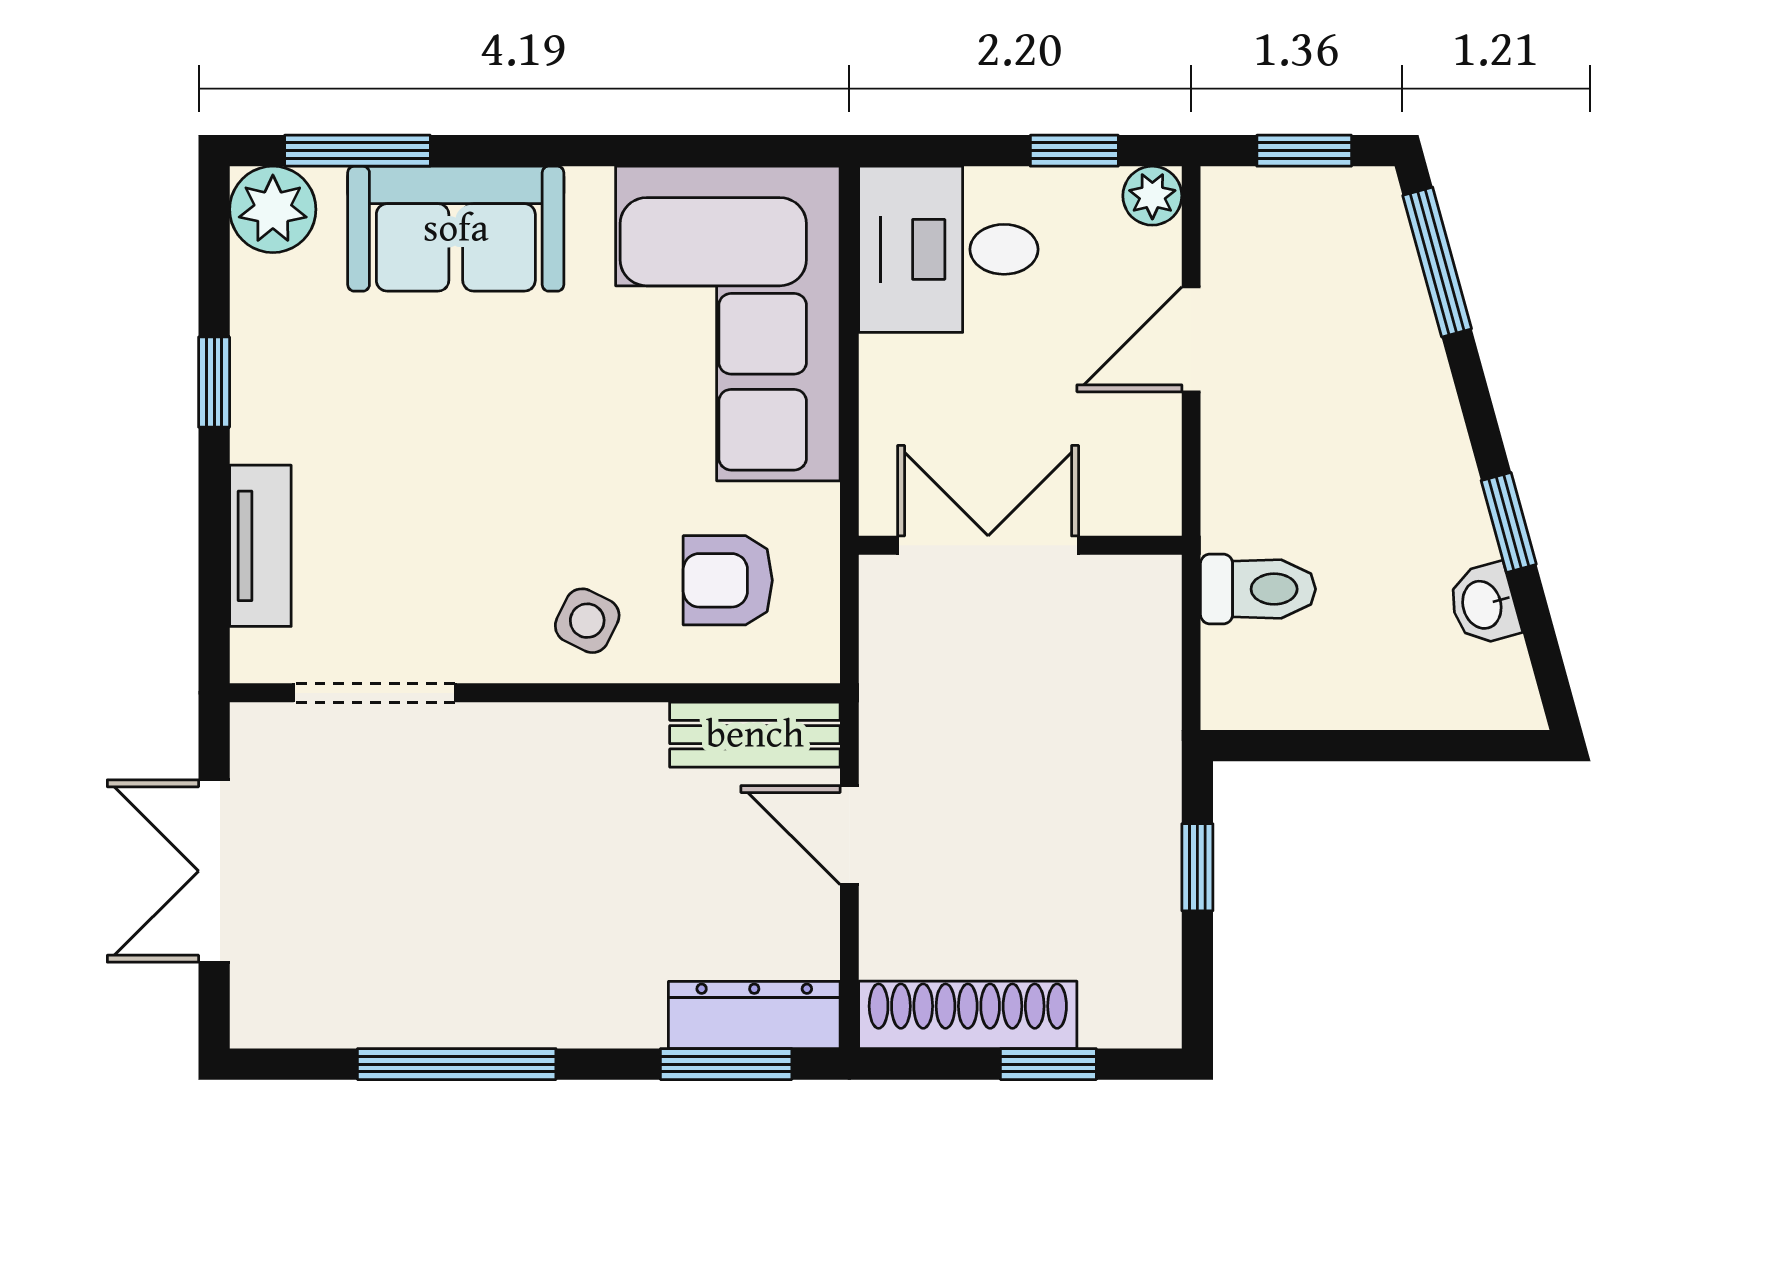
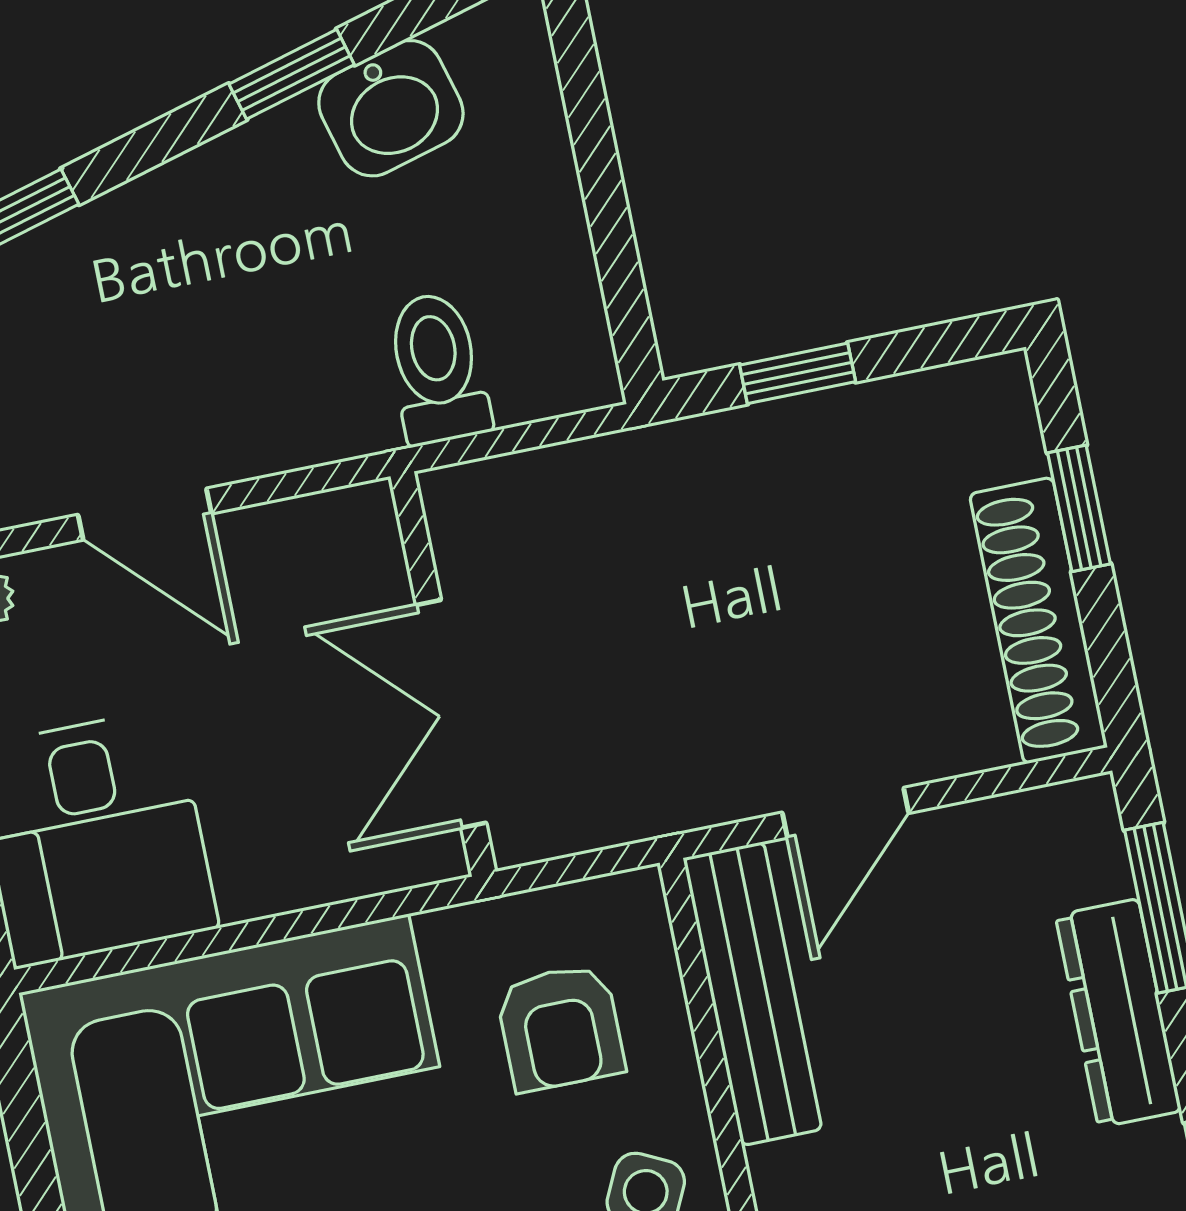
washbasin: (1484, 604) -> (391, 108), width x1.38, depth x1.45
bench: (755, 735) -> (753, 994), width x1.36
dresser: (754, 1015) -> (1118, 1013), moved

